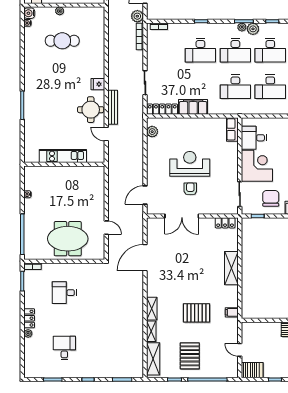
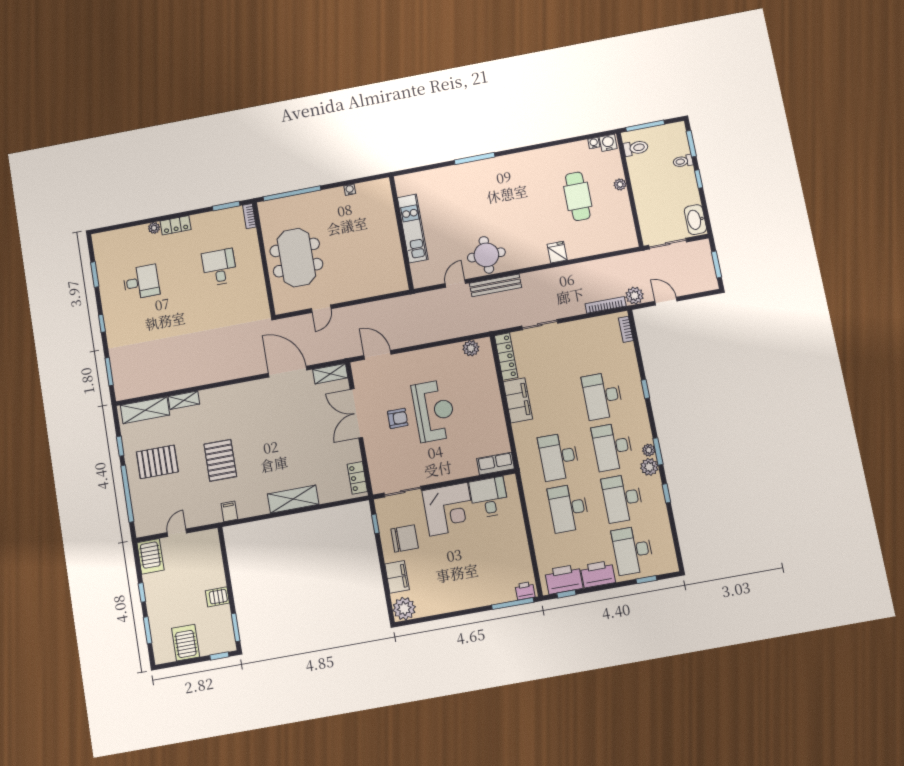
fridge: (98, 84) -> (557, 252), moved
shelving: (152, 309) -> (330, 374), moved

